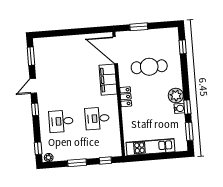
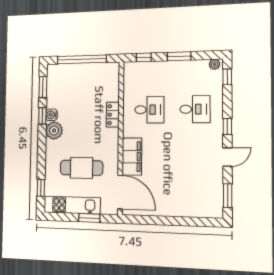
locker: (126, 97) -> (113, 115), moved
kitchen unit: (150, 147) -> (72, 205), moved, turned 180
window: (157, 156) -> (82, 59), added

